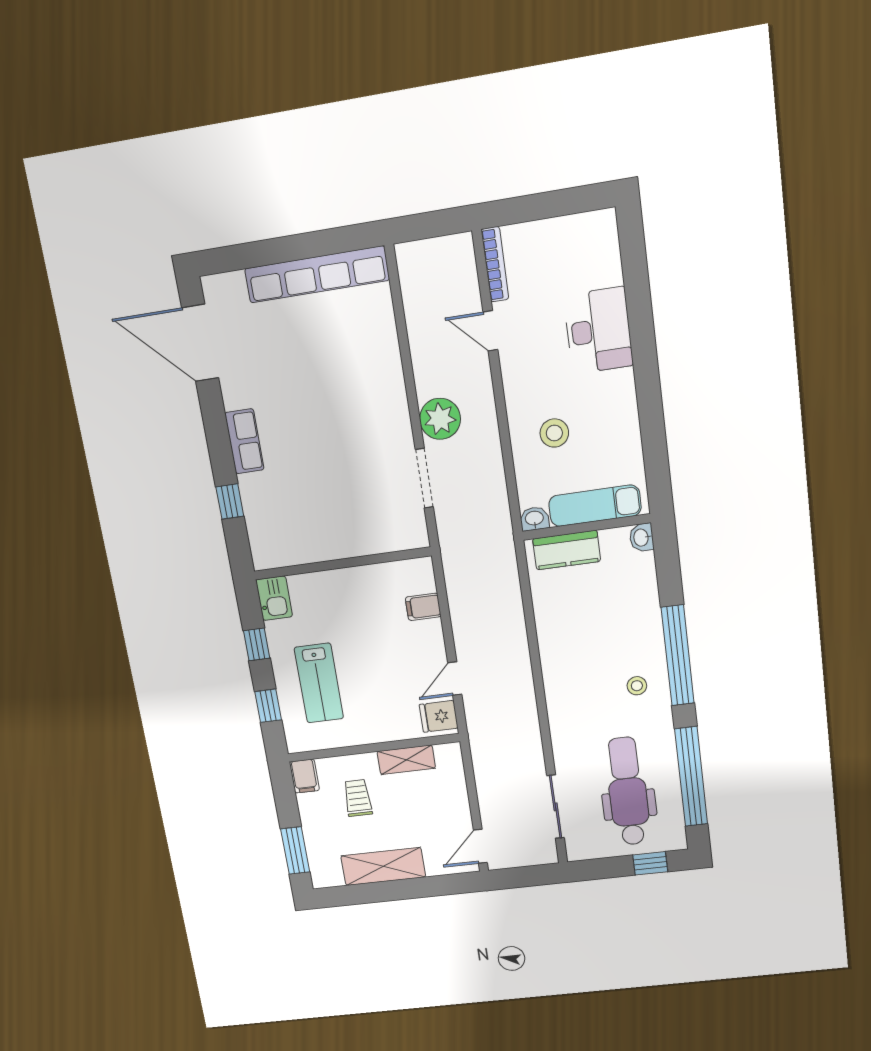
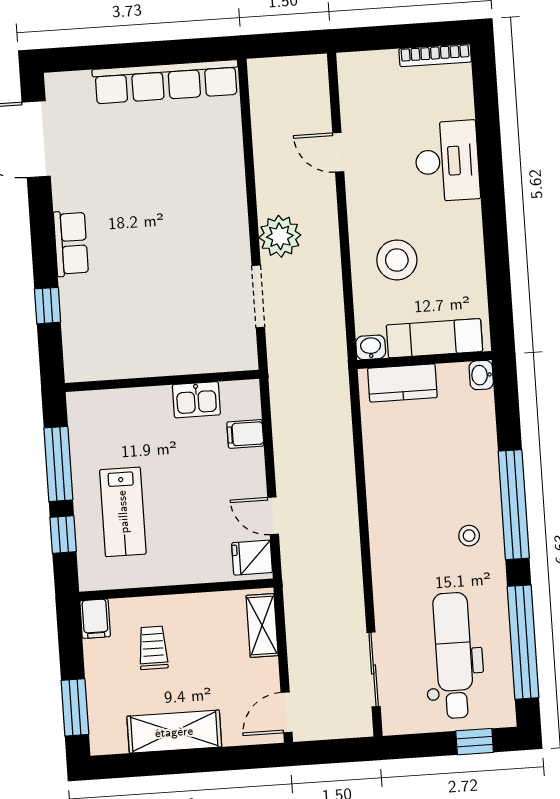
bookcase: (495, 264) -> (435, 55), moved, turned 90
stool: (554, 433) -> (397, 260), width x1.38, depth x1.38
kitchen sink: (274, 598) -> (196, 400), moved, turned 90
window: (257, 644) -> (58, 464), width x2.17
door: (455, 679) -> (273, 516), hinge flipped
shelving: (406, 760) -> (262, 626), moved, turned 90

